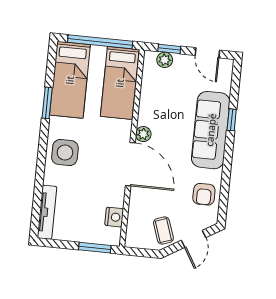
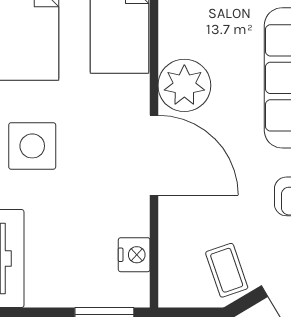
plant: (143, 134) -> (184, 85), width x1.87, depth x1.87

